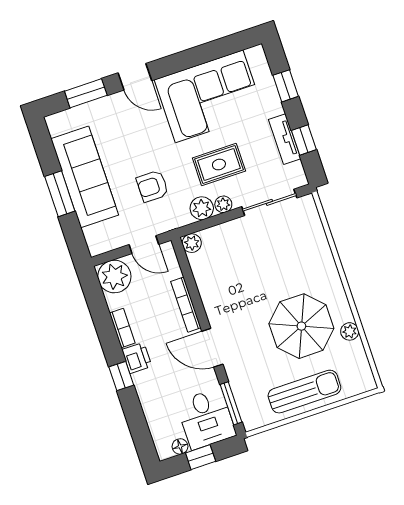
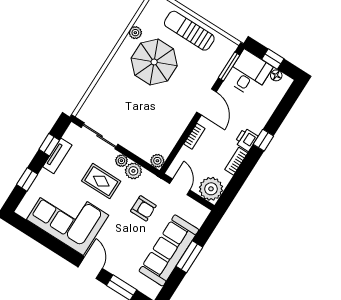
bookcase: (186, 305) -> (194, 136), width x0.64

